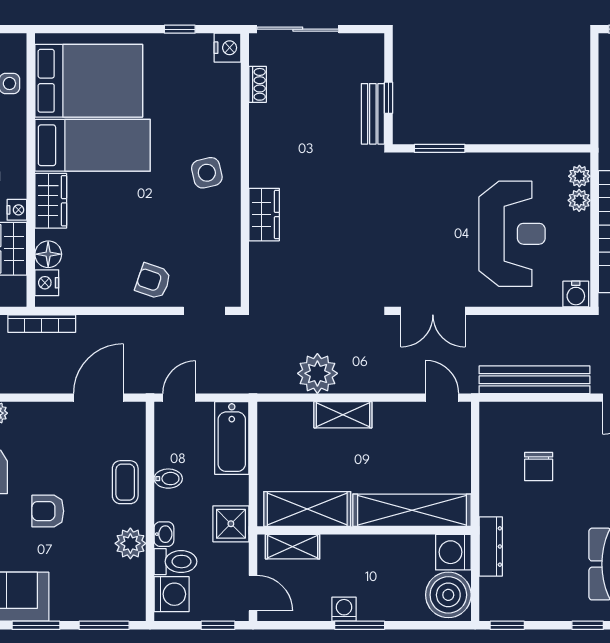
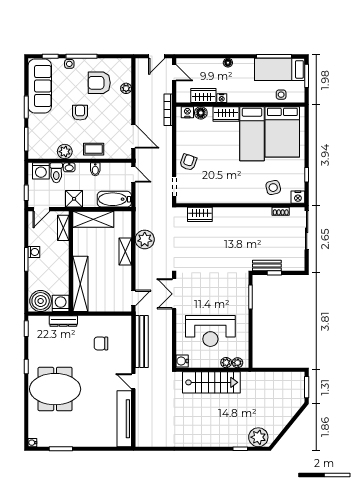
side table: (207, 173) -> (273, 188), moved
wardrobe: (264, 215) -> (200, 214), moved
shelving: (307, 509) -> (93, 219), moved, turned 90

